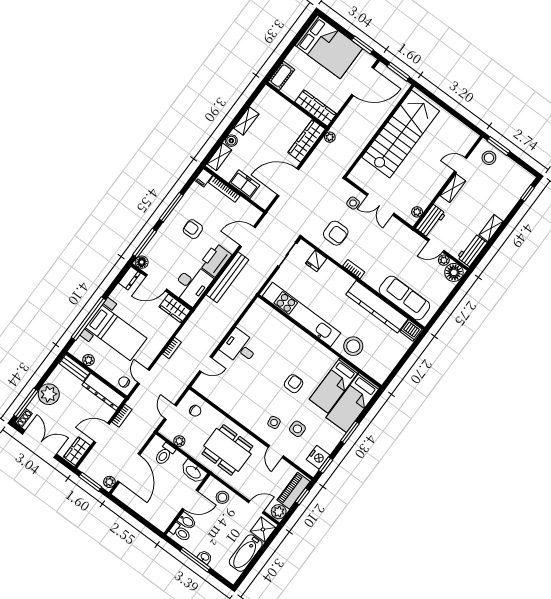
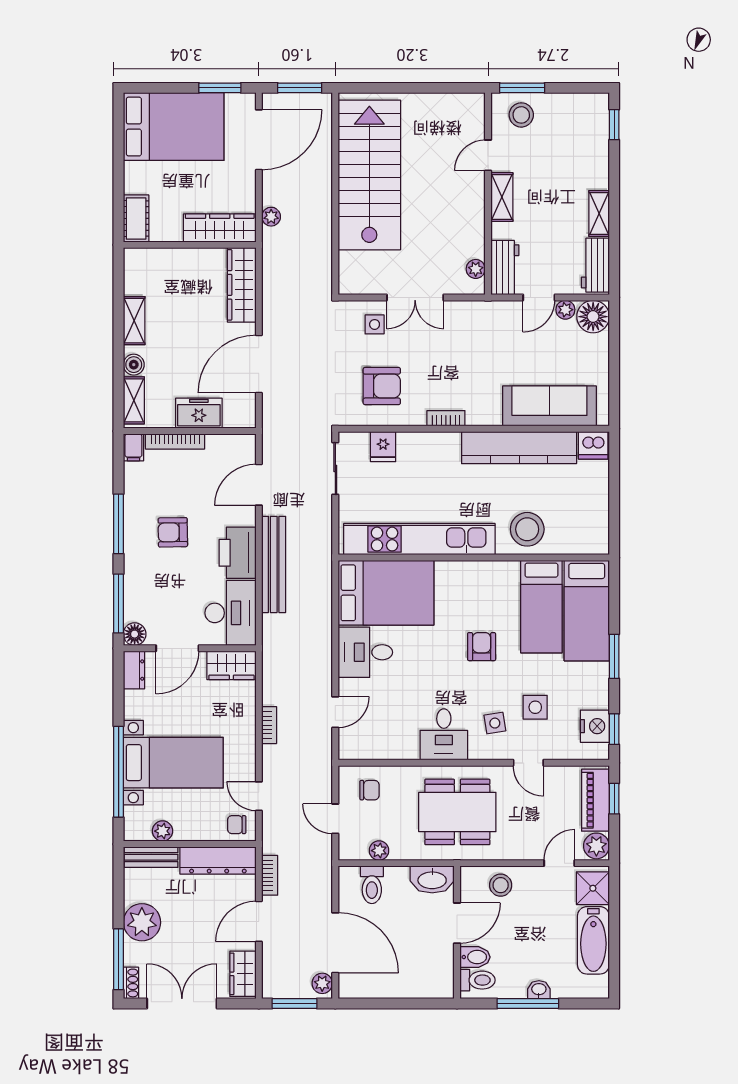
plant: (330, 137) -> (271, 217), moved
bed: (269, 328) -> (386, 593), added
desk: (247, 411) -> (444, 734), added

